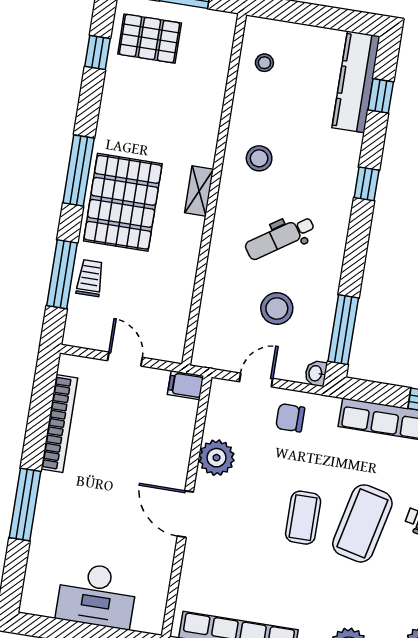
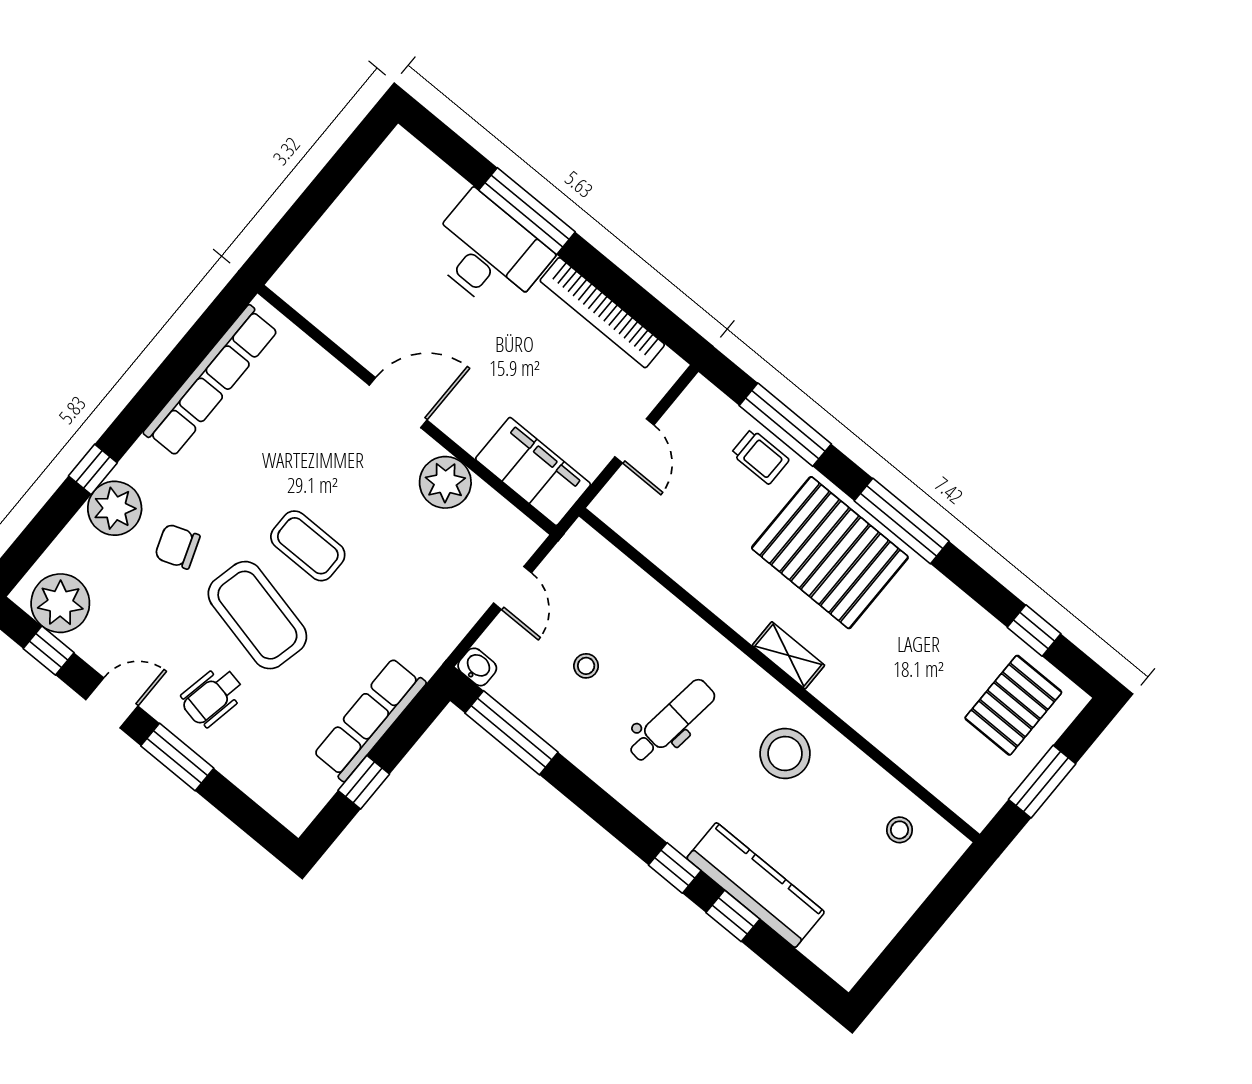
kitchen counter: (356, 82) -> (756, 885), moved
window: (381, 96) -> (733, 916), moved
stool: (259, 158) -> (785, 753), width x1.38, depth x1.38
dental chair: (280, 238) -> (672, 721), turned 41
stool: (277, 309) -> (586, 666), width x0.53, depth x0.53
door: (125, 359) -> (634, 441), hinge flipped
filing cabinet: (186, 385) -> (533, 471), width x3.00, depth x1.17
chair: (290, 418) -> (177, 546), moved, turned -110
desk: (97, 595) -> (488, 253), moved, turned 90

